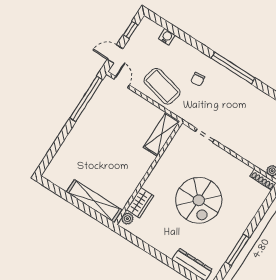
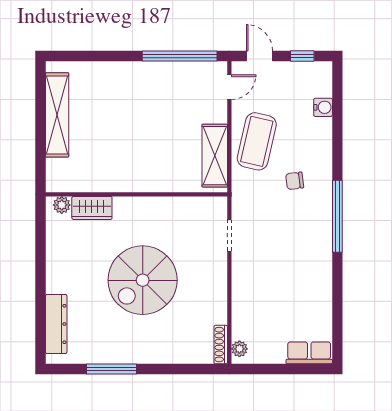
shelving: (162, 134) -> (215, 156), moved, turned 90
shelving: (94, 201) -> (57, 115), moved

